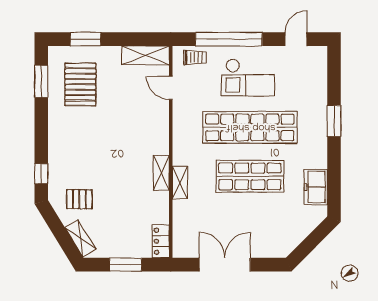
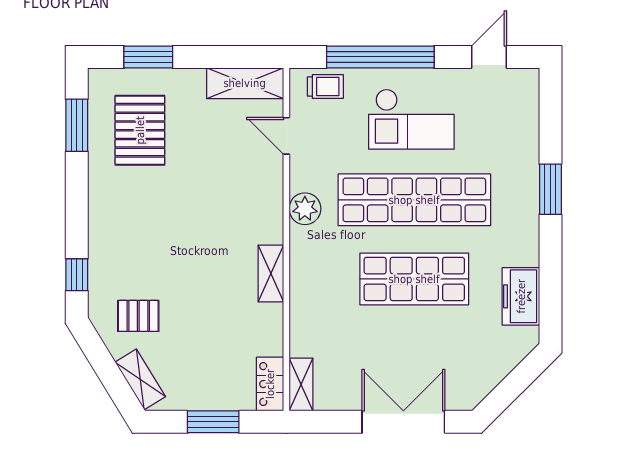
plant: (182, 133) -> (305, 209), added
shelving: (180, 183) -> (301, 384), moved
double door: (225, 265) -> (403, 422), moved

